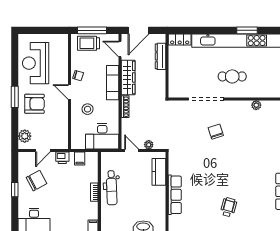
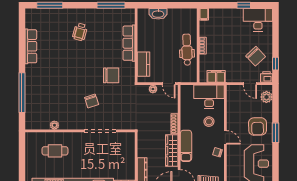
cafe table: (232, 76) -> (55, 151), moved
armchair: (34, 104) -> (258, 126), turned -91
desk: (102, 136) -> (209, 97), moved
door: (43, 151) -> (250, 84), swing flipped
printer: (62, 158) -> (266, 77), moved
filing cabinet: (80, 158) -> (216, 76), width x2.00
chair: (194, 160) -> (111, 75), added
chair: (37, 181) -> (256, 56), turned -105
window: (15, 190) -> (276, 64), moved

